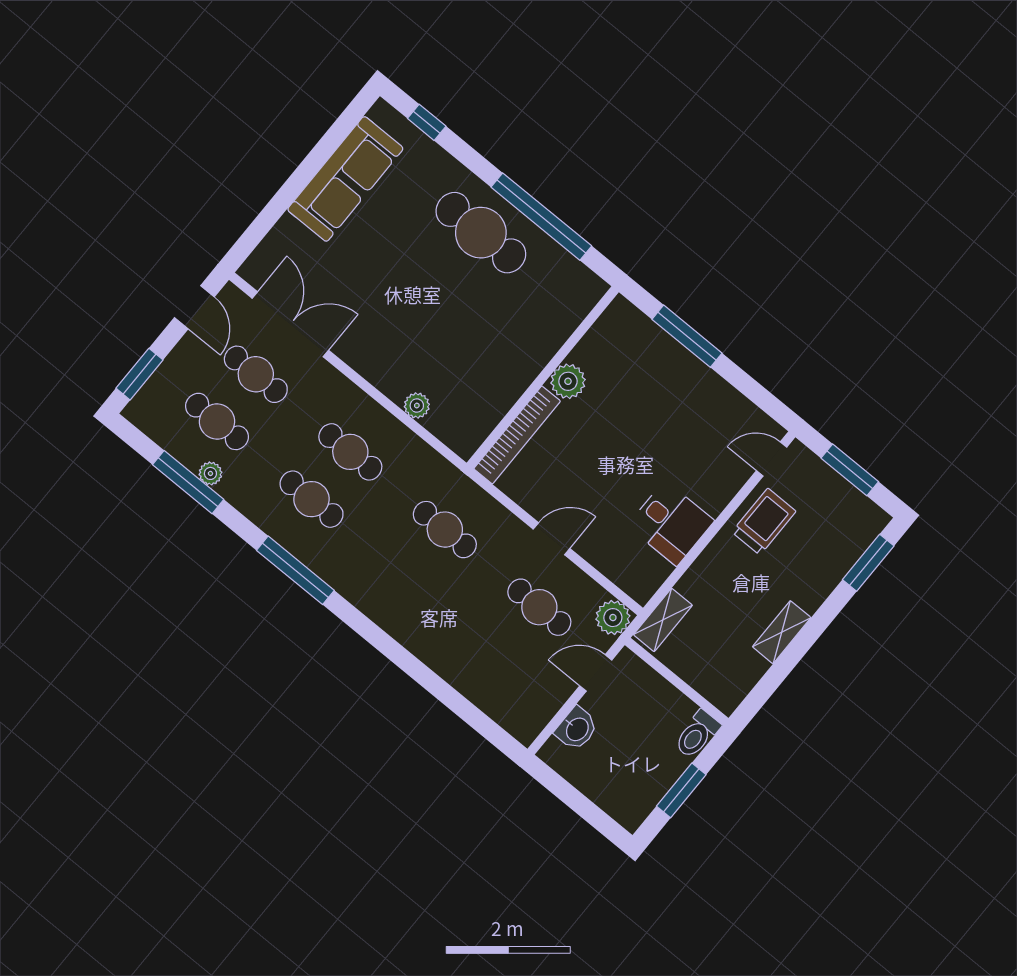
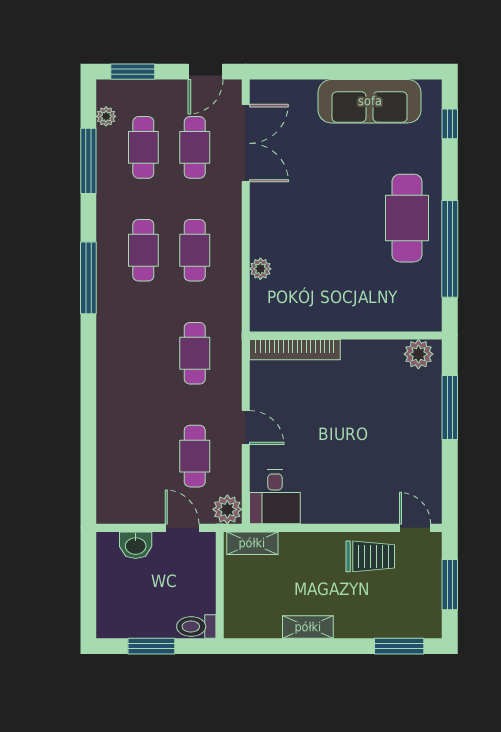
plant: (568, 381) -> (418, 354), moved
plant: (210, 473) -> (106, 116), moved
desk: (671, 523) -> (275, 497), moved

